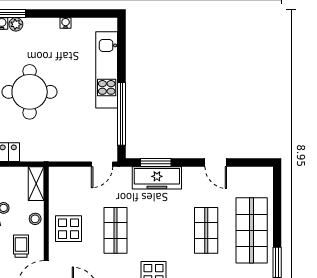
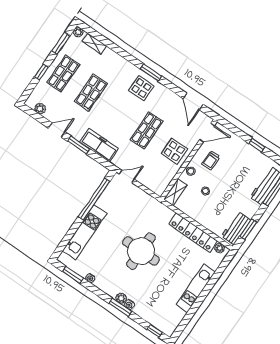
window: (87, 13) -> (73, 275), added
window: (156, 162) -> (79, 145), moved
door: (216, 162) -> (57, 130), hinge flipped
plant: (251, 174) -> (40, 109), added
window: (277, 215) -> (41, 72), added
shop shelf: (252, 230) -> (63, 73), width x0.70, depth x0.74

